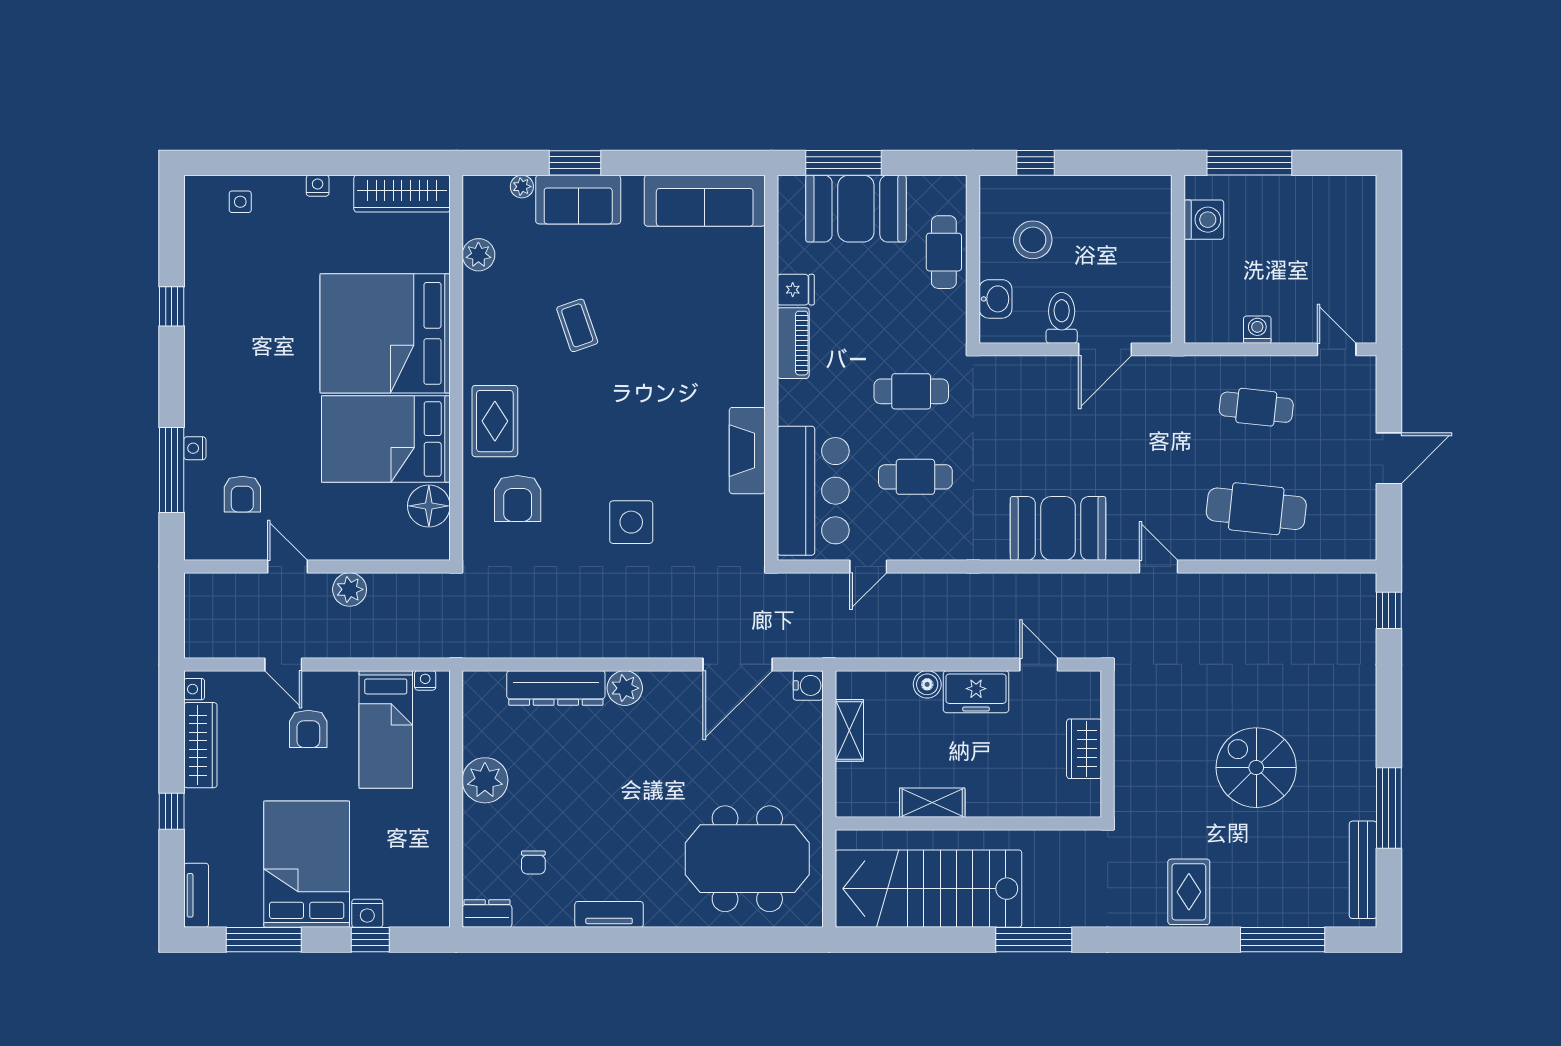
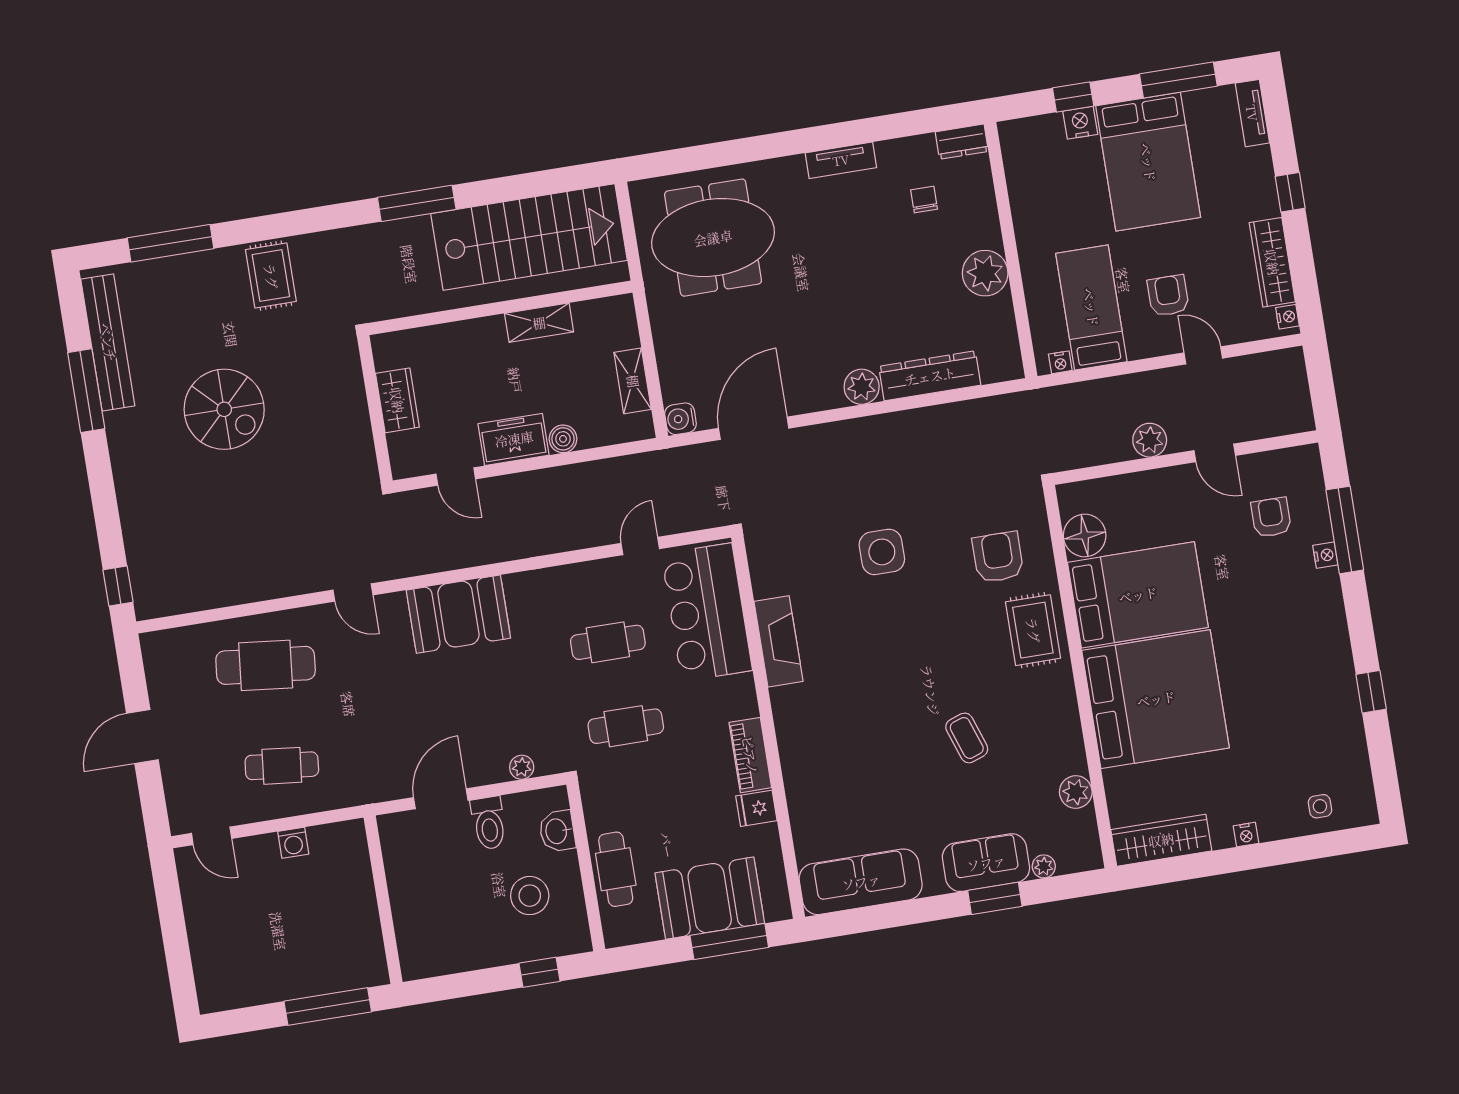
washing machine: (1204, 220) -> (364, 943), removed
plant: (1020, 368) -> (522, 767), added
bench: (1363, 870) -> (108, 342), width x1.37, depth x1.21

